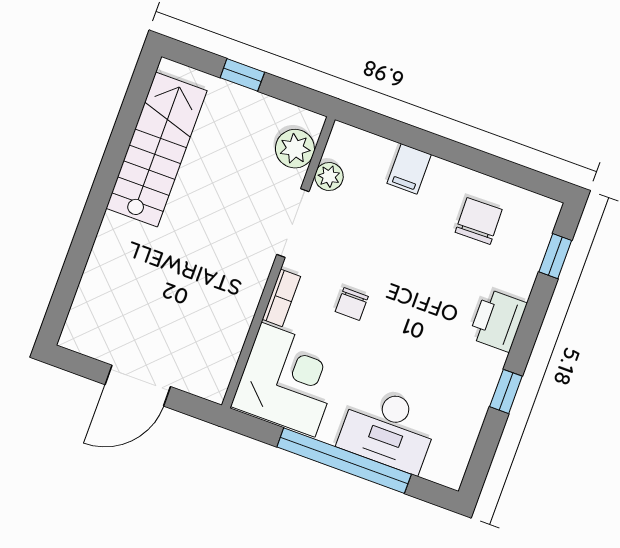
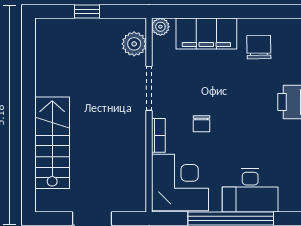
stairs: (156, 150) -> (52, 143), moved
filing cabinet: (409, 169) -> (206, 33), width x3.00, depth x1.17
plant: (329, 177) -> (160, 27), moved

